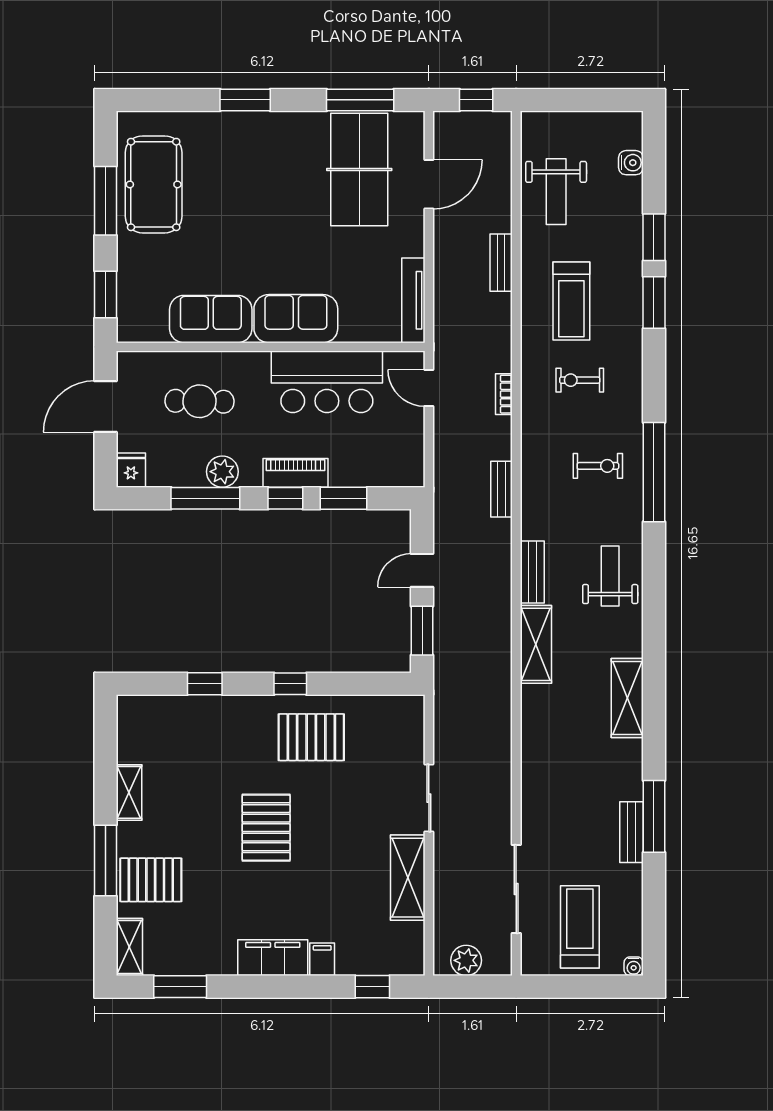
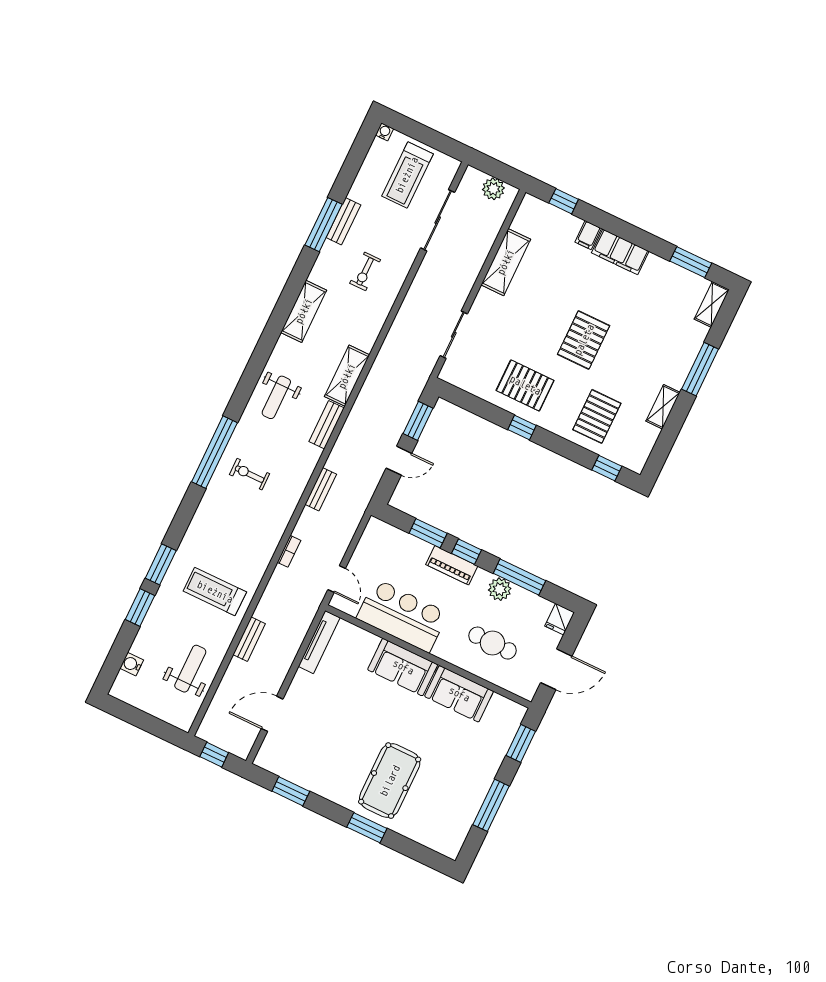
window: (360, 100) -> (291, 791), width x0.69
table tennis table: (359, 170) -> (313, 746), removed
pool table: (154, 184) -> (390, 781), moved
treadmill: (571, 301) -> (215, 592), turned -90
exercise bike: (580, 380) -> (365, 271), moved, turned 90
window: (205, 684) -> (607, 468), moved
sliding door: (429, 798) -> (454, 335), moved
pallet: (151, 880) -> (597, 416), moved, turned 90

